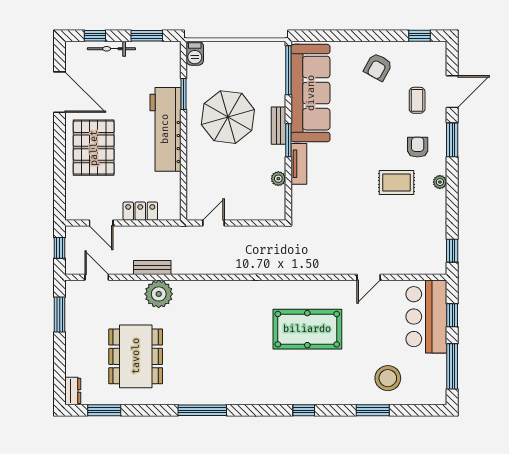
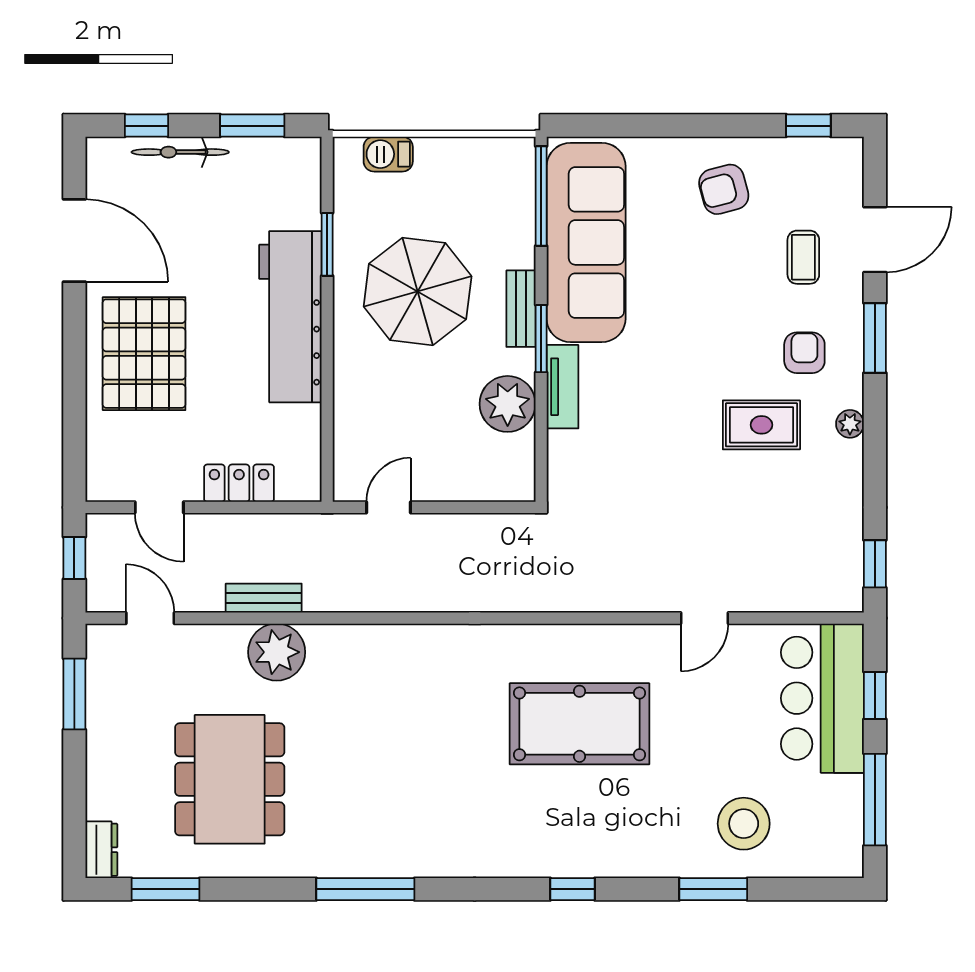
barbecue: (195, 53) -> (388, 154), moved, turned 90
armchair: (378, 67) -> (724, 189), turned 46
plant: (278, 179) -> (508, 404), width x1.88, depth x1.88

